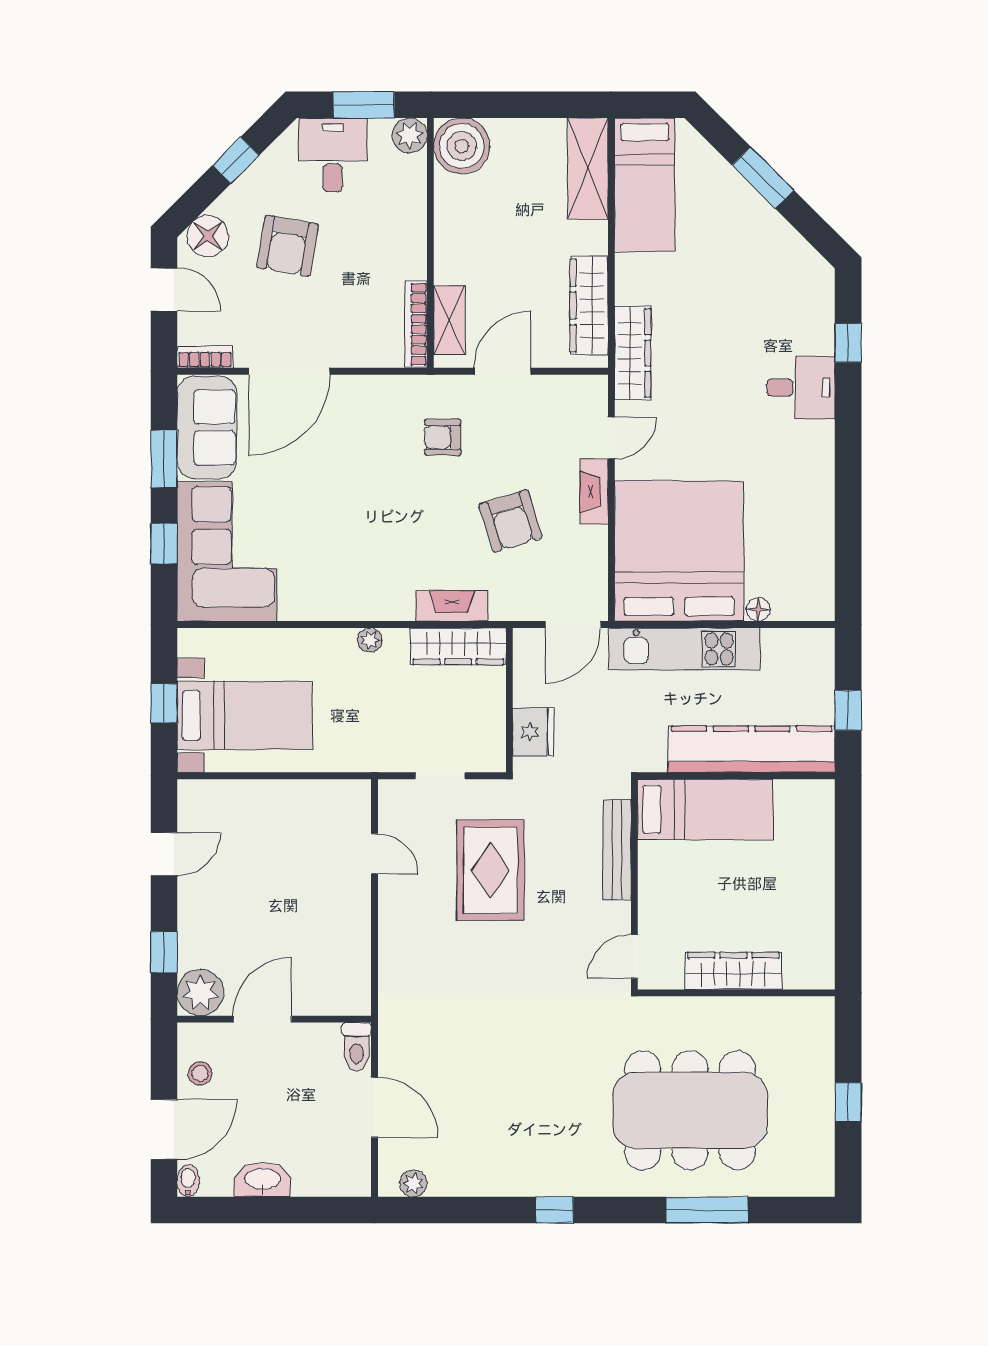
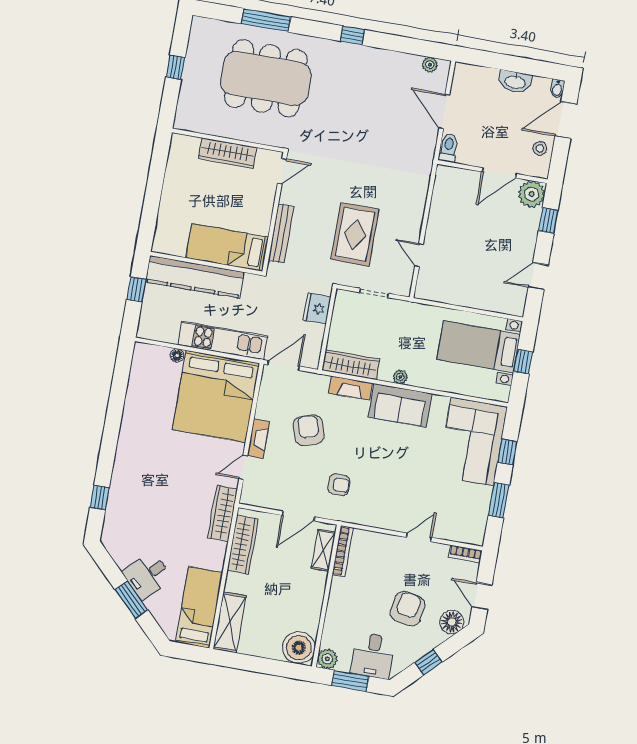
door: (289, 371) -> (419, 537), width x0.53
desk: (801, 388) -> (147, 575), moved, turned -45
sofa: (207, 427) -> (400, 405), moved, turned -90

